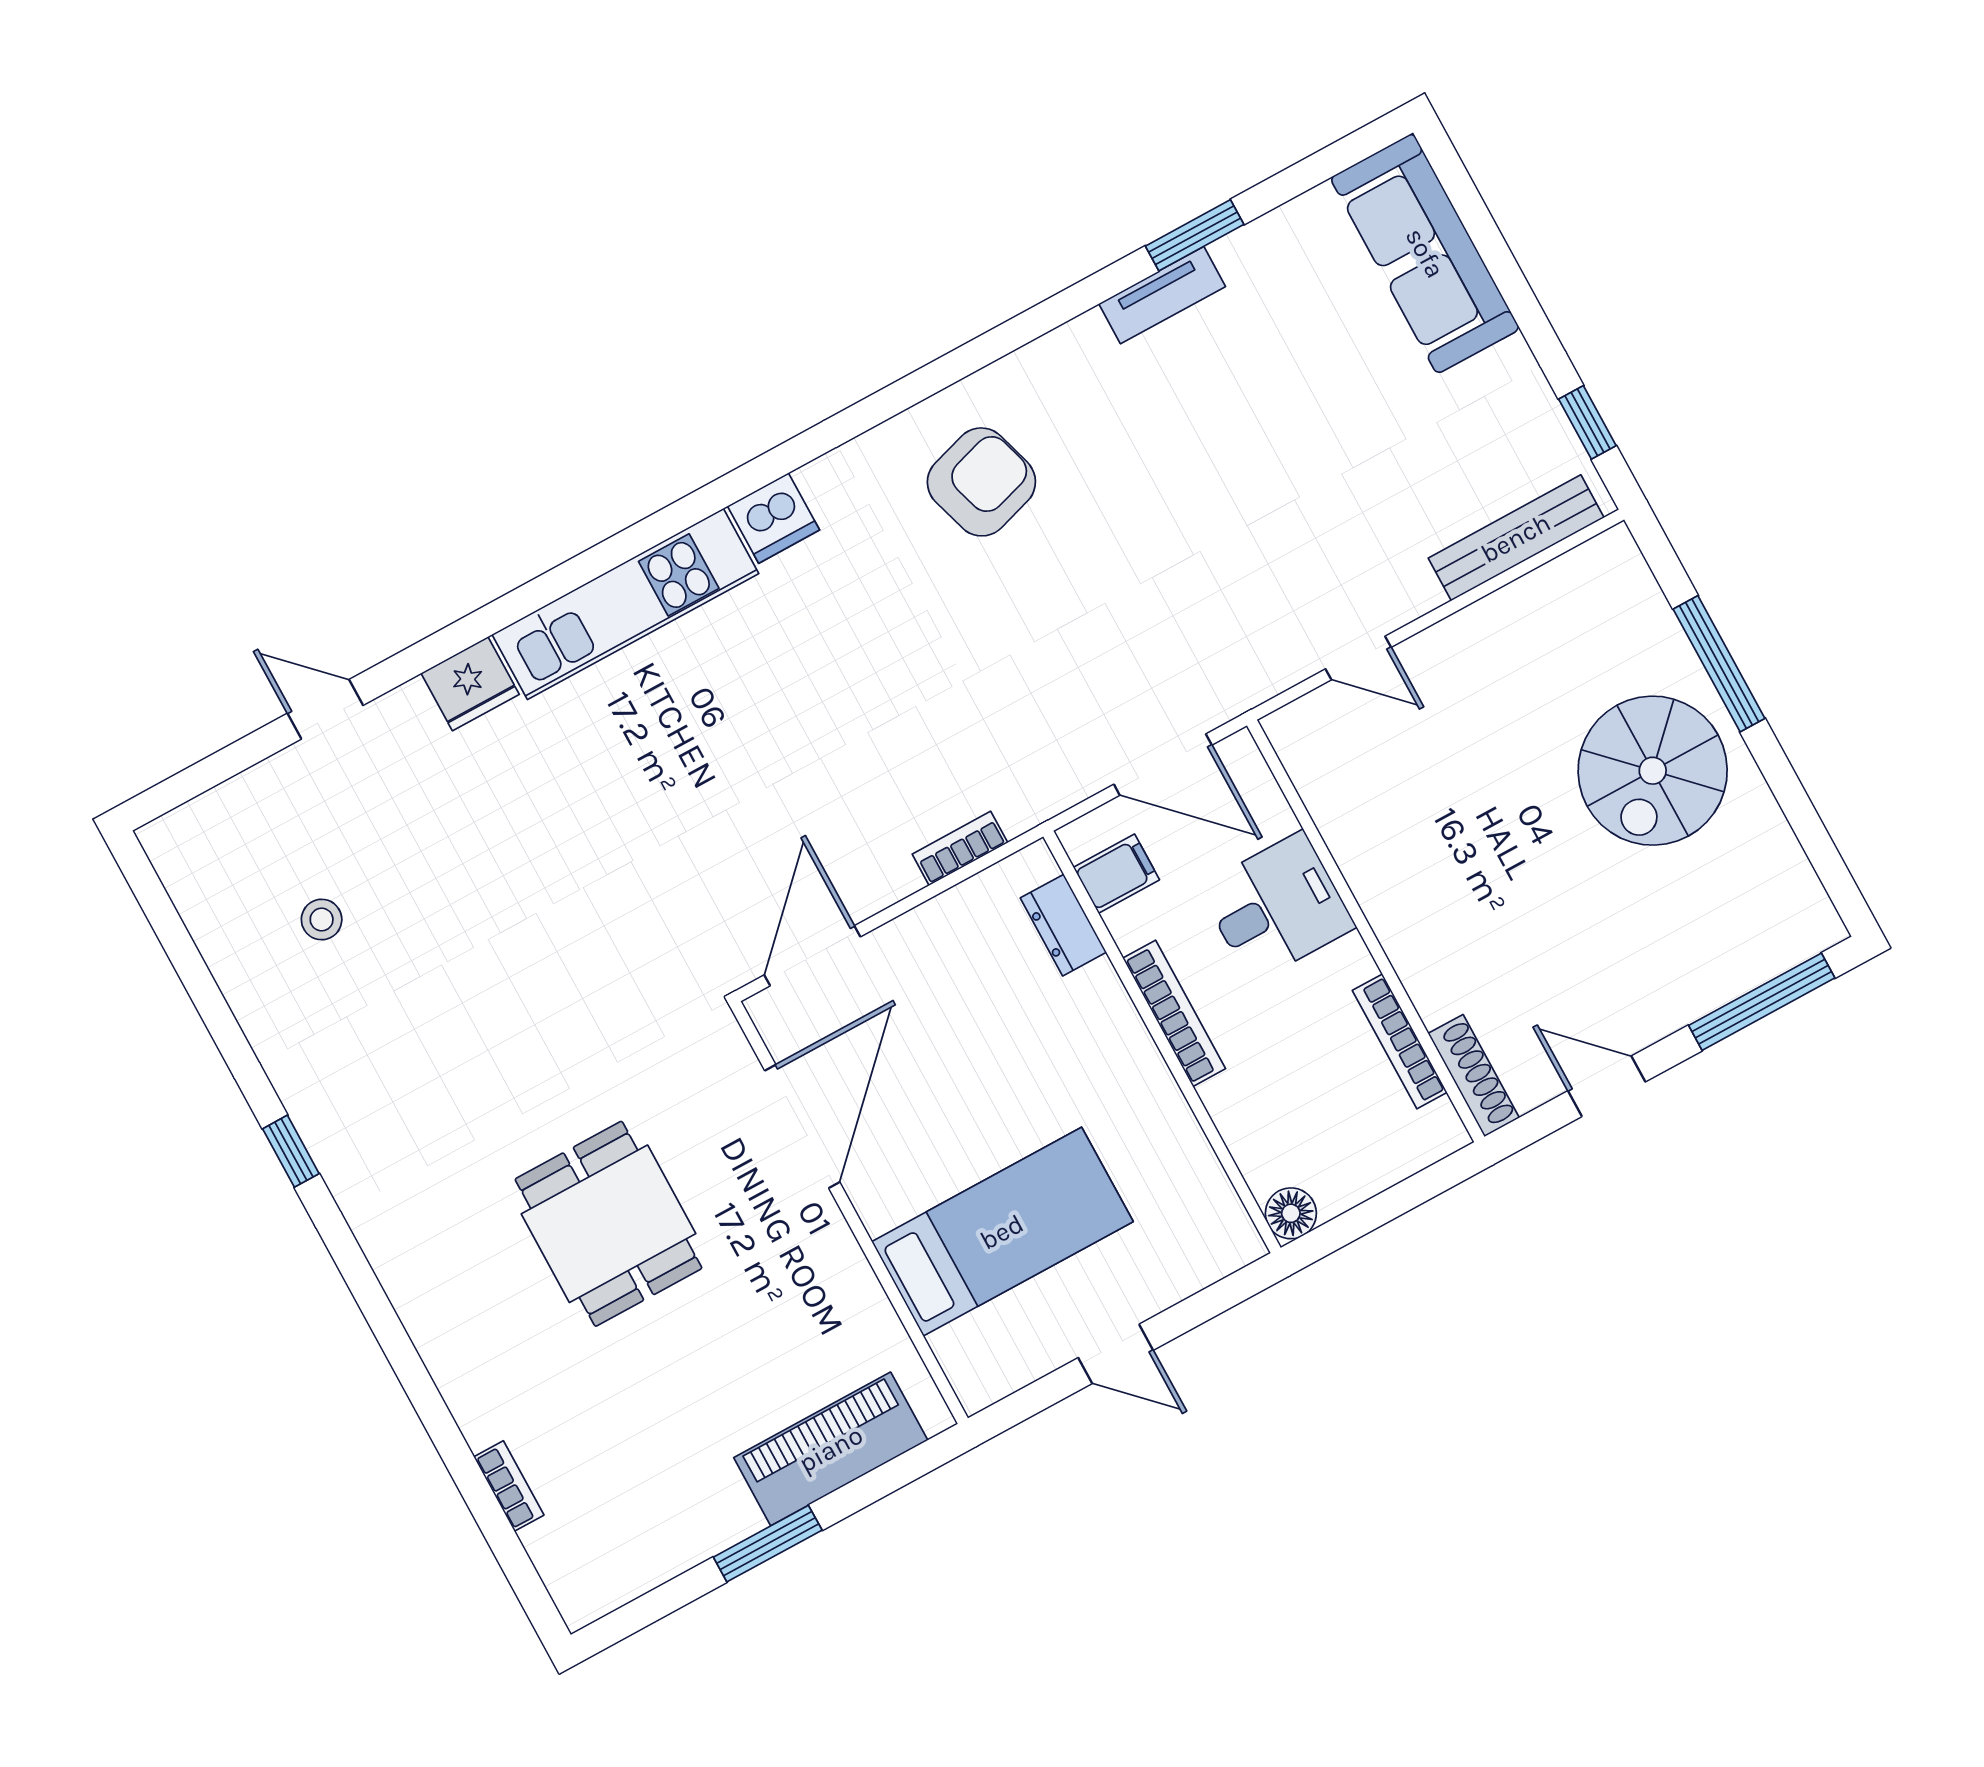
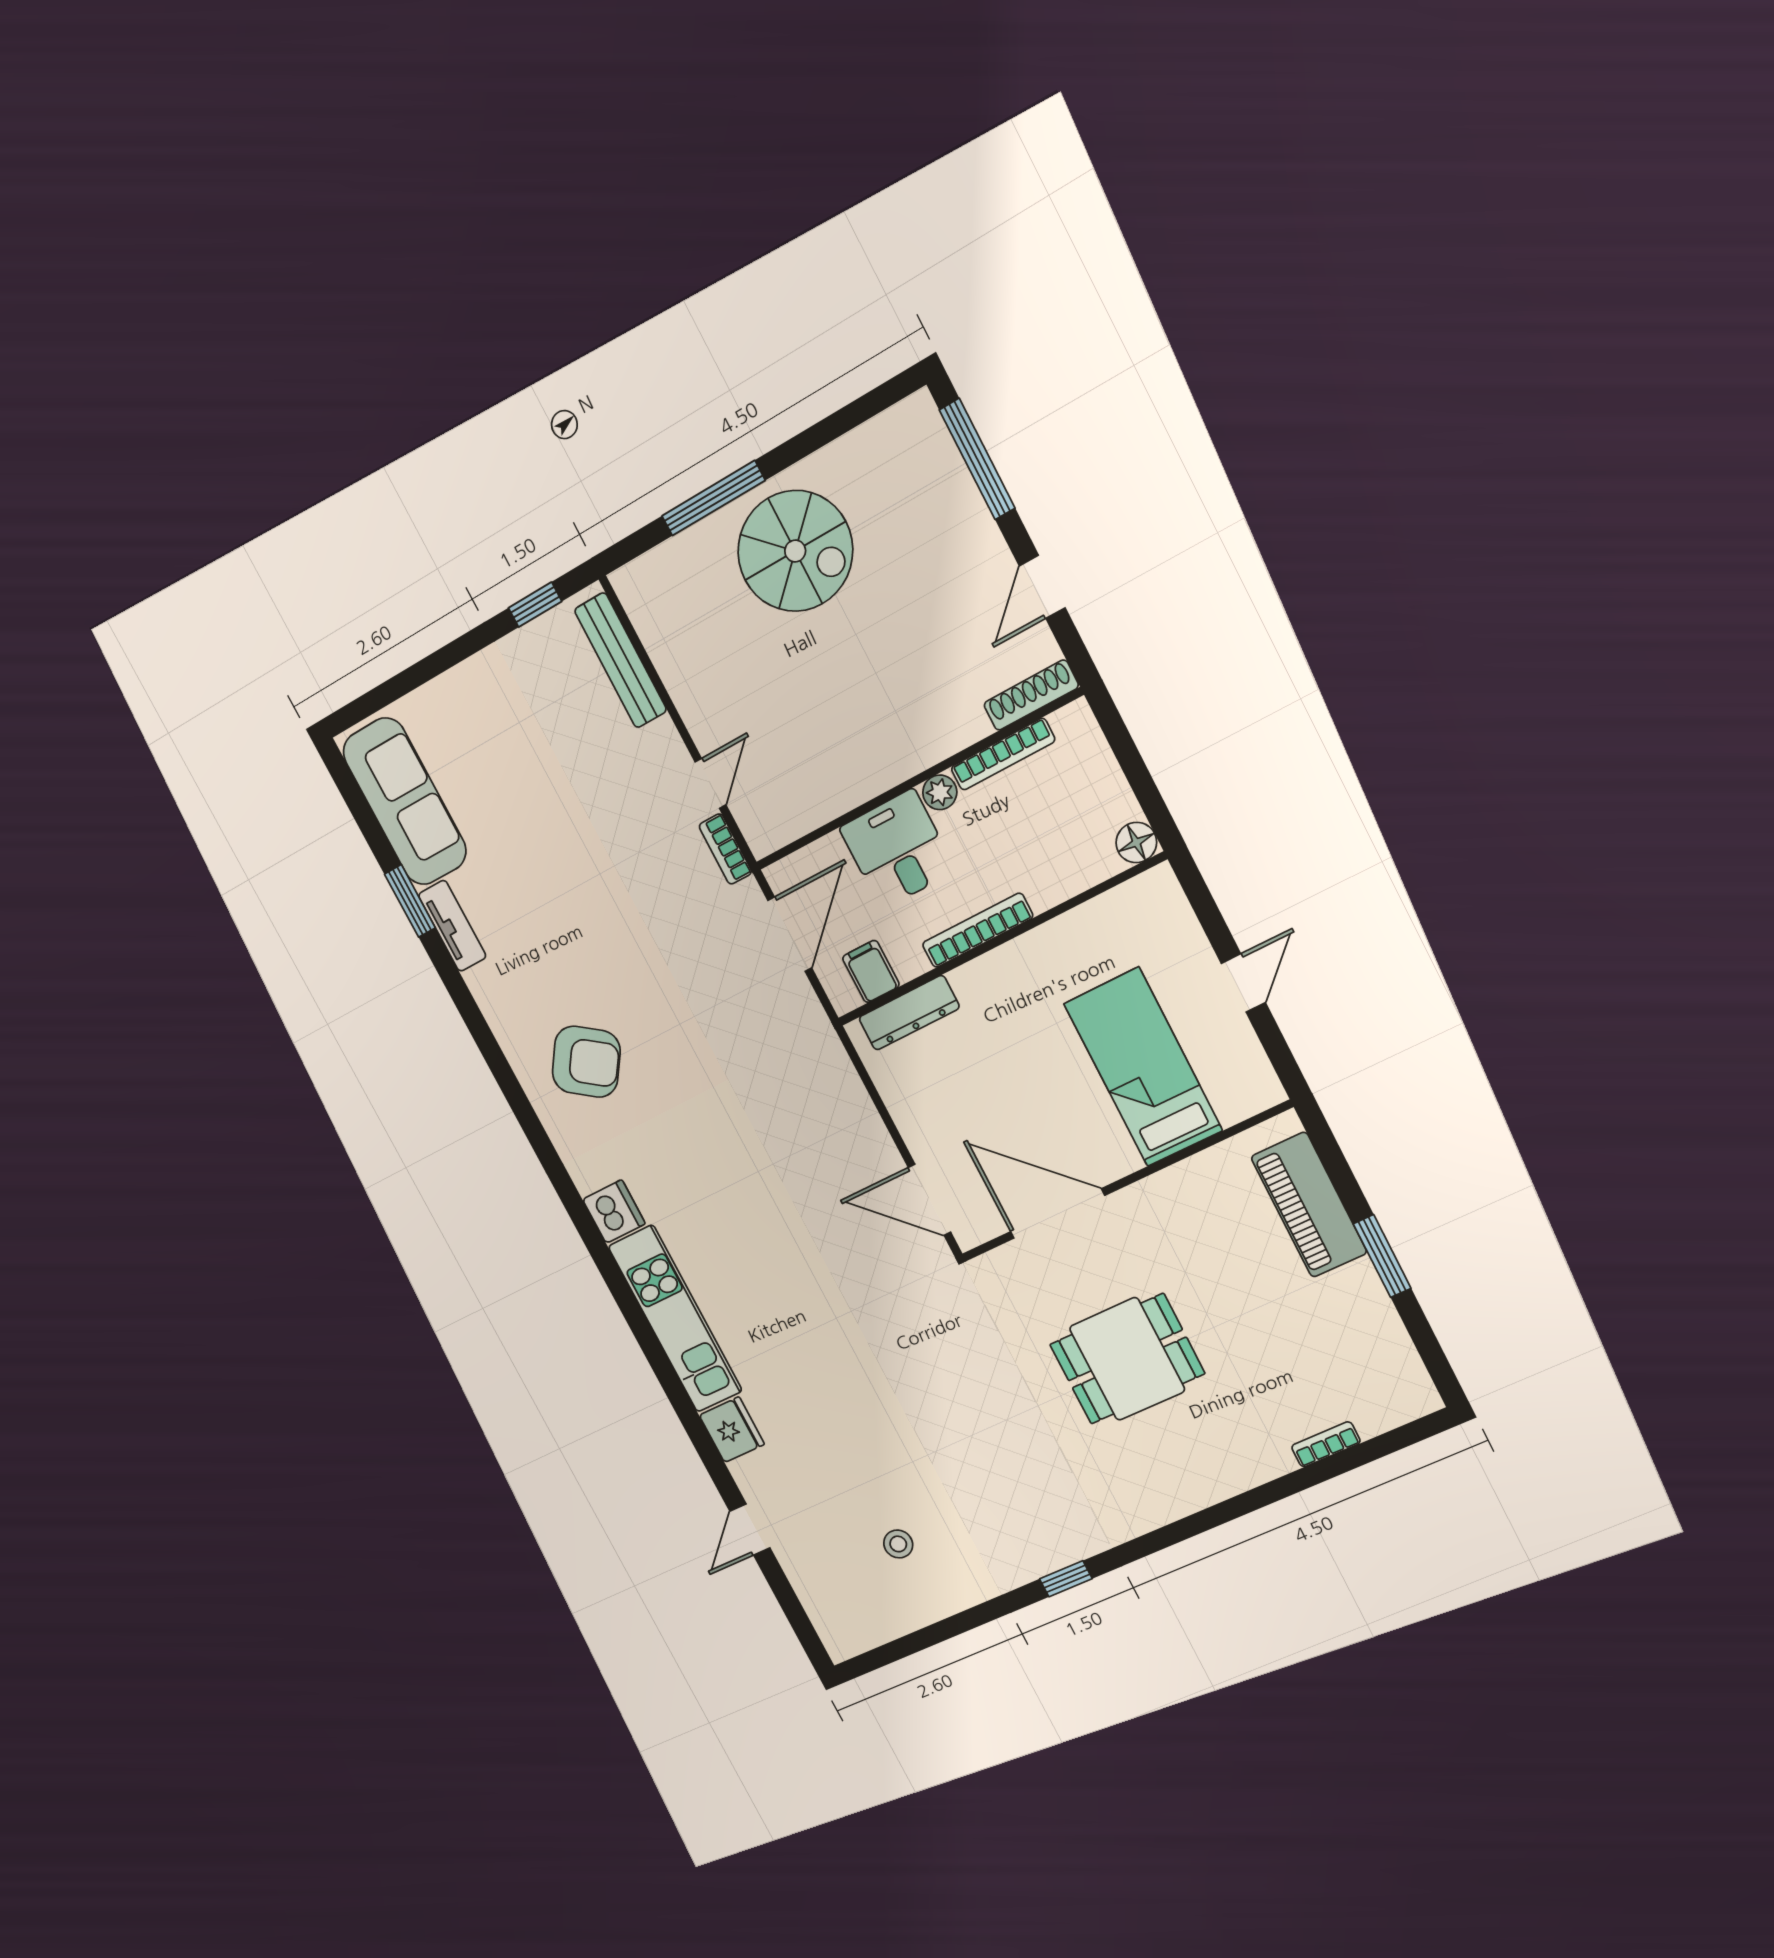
sofa: (1425, 253) -> (405, 801), moved, turned -90
armchair: (981, 482) -> (586, 1062), turned 142
bookcase: (960, 848) -> (725, 849), moved
dresser: (1063, 925) -> (909, 1013), width x1.44
plant: (1351, 961) -> (940, 792), added

